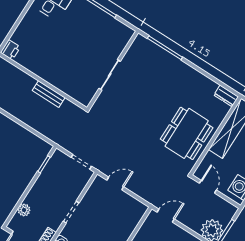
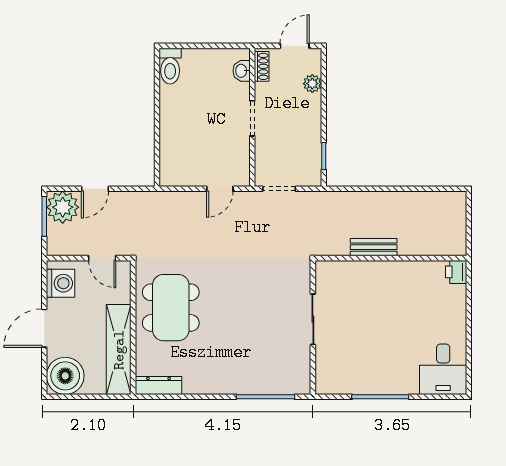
dresser: (226, 96) -> (158, 386), width x1.44
door: (166, 216) -> (95, 189), moved

